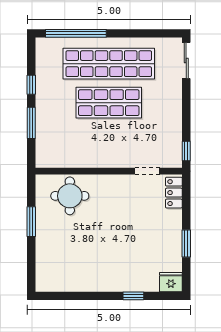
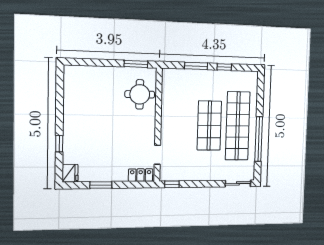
window: (76, 33) -> (259, 139), moved
window: (31, 222) -> (136, 64), moved

